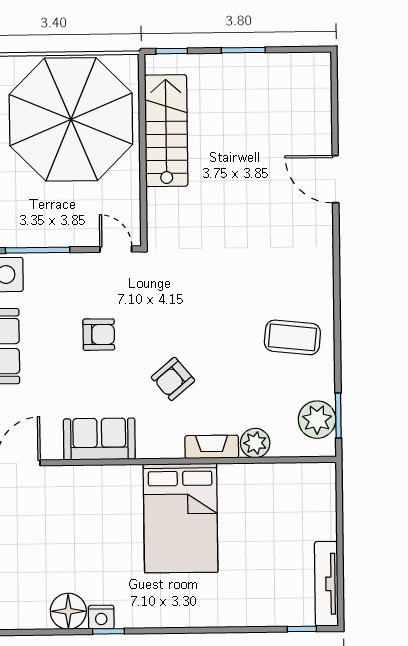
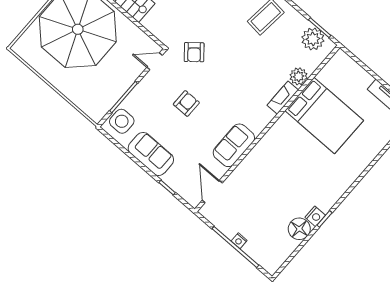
armchair: (173, 379) -> (194, 52), moved
bed: (181, 518) -> (324, 115), moved

